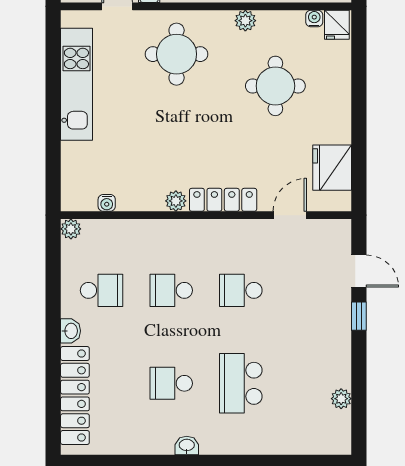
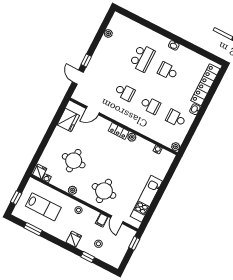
locker: (223, 200) -> (119, 131), width x0.66
school desk: (171, 383) -> (168, 71), turned 180

